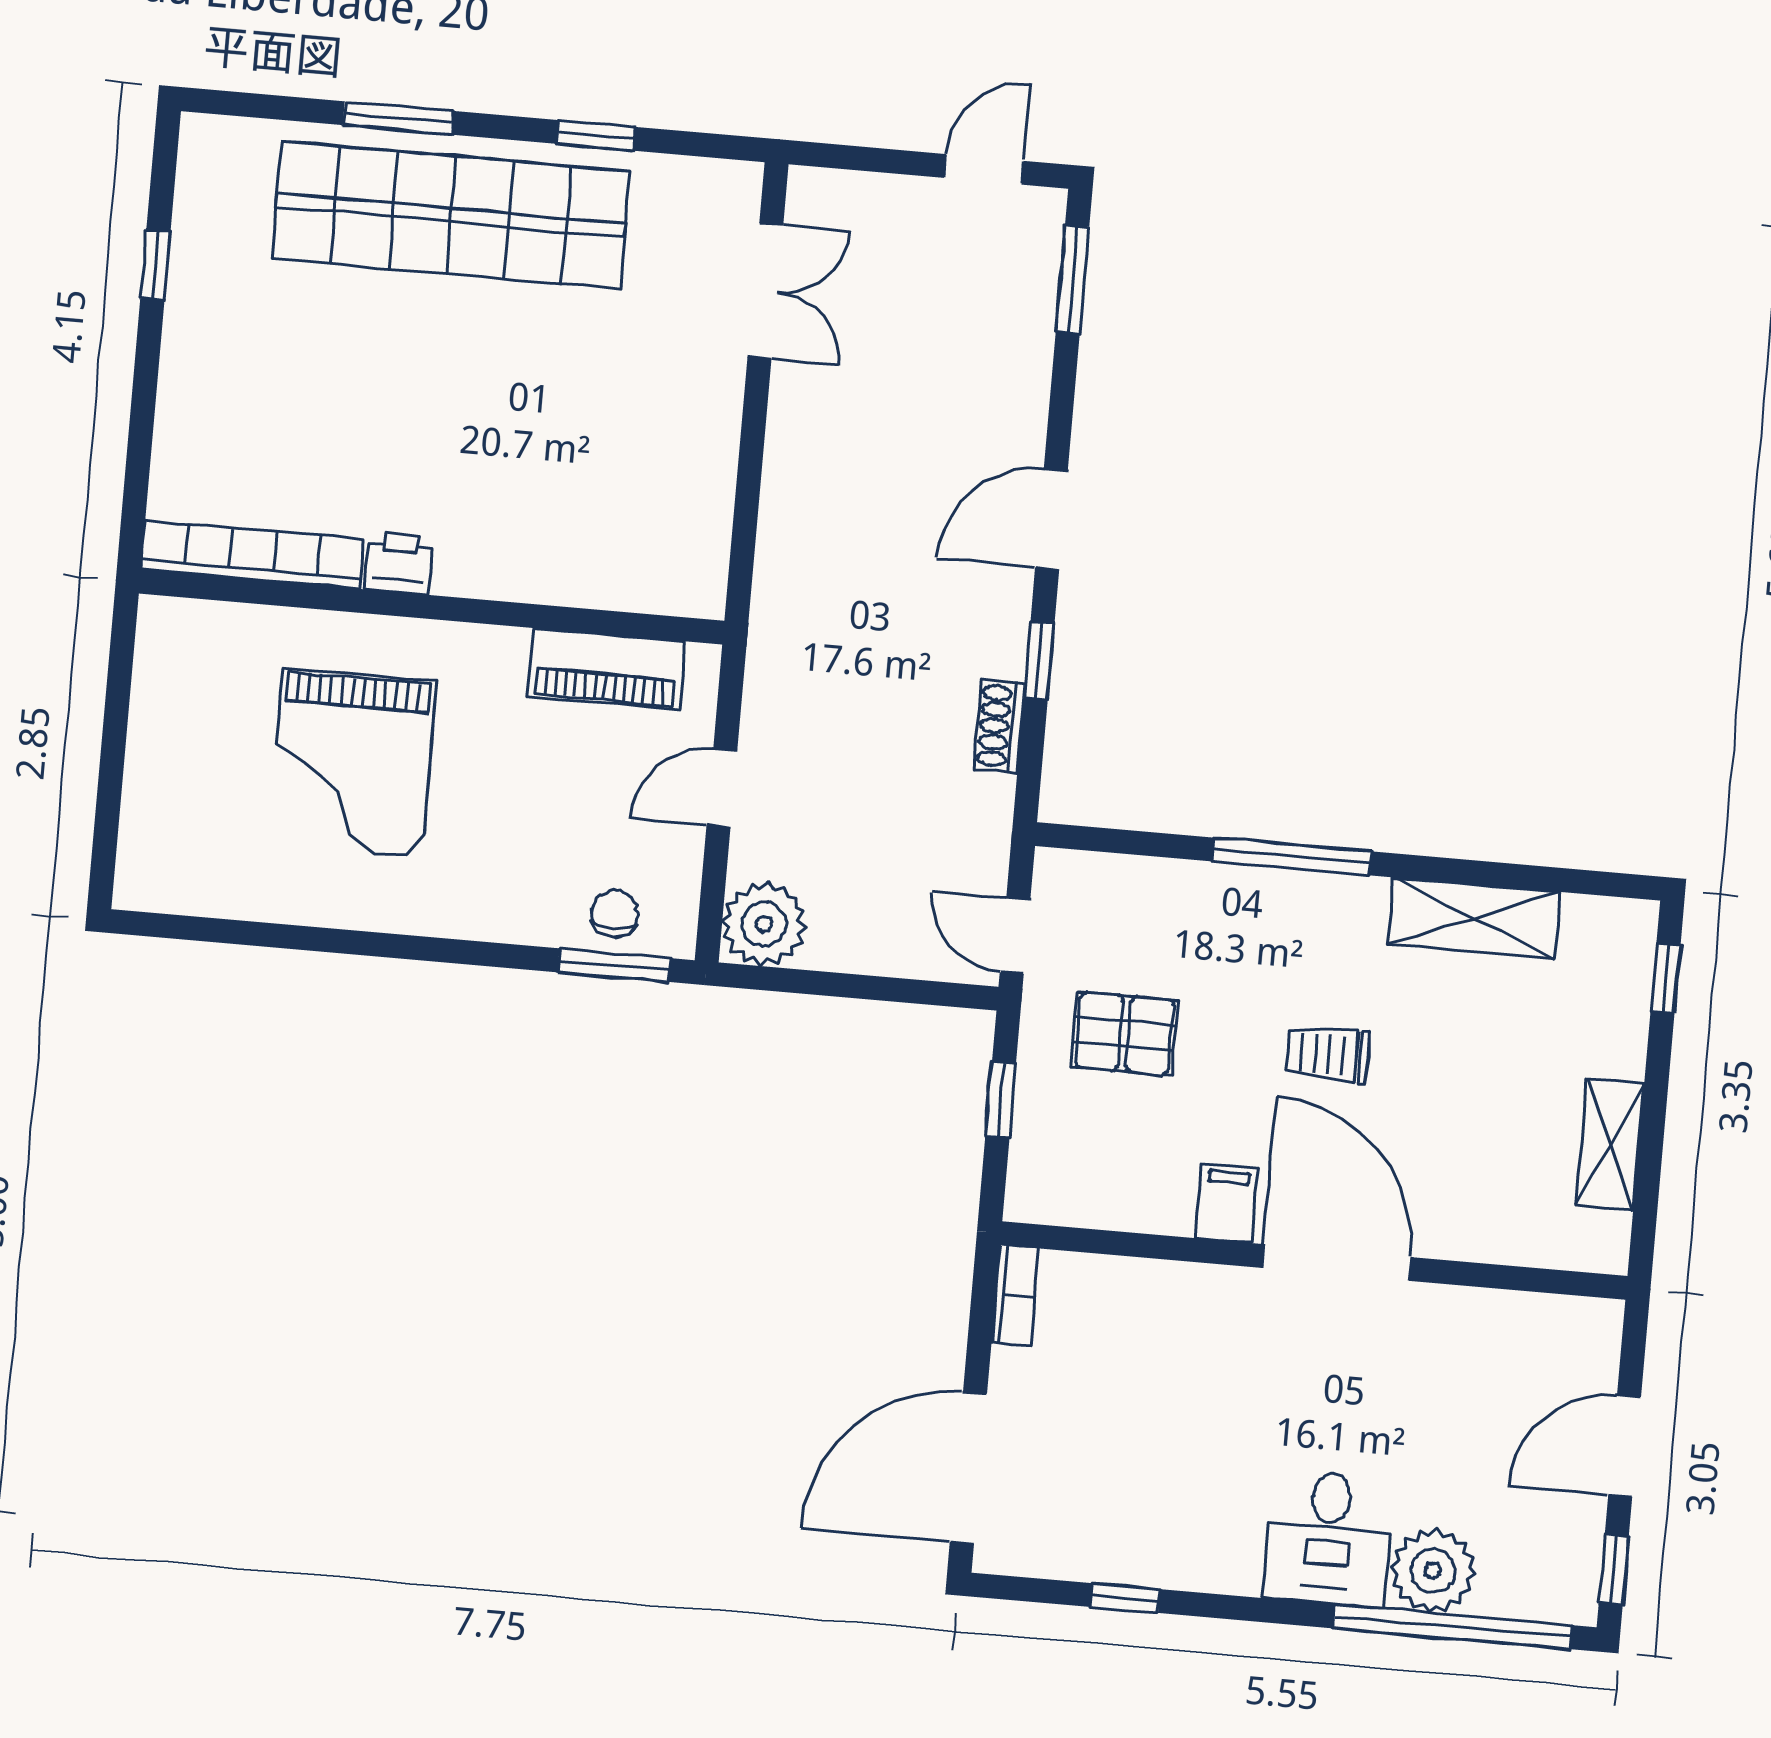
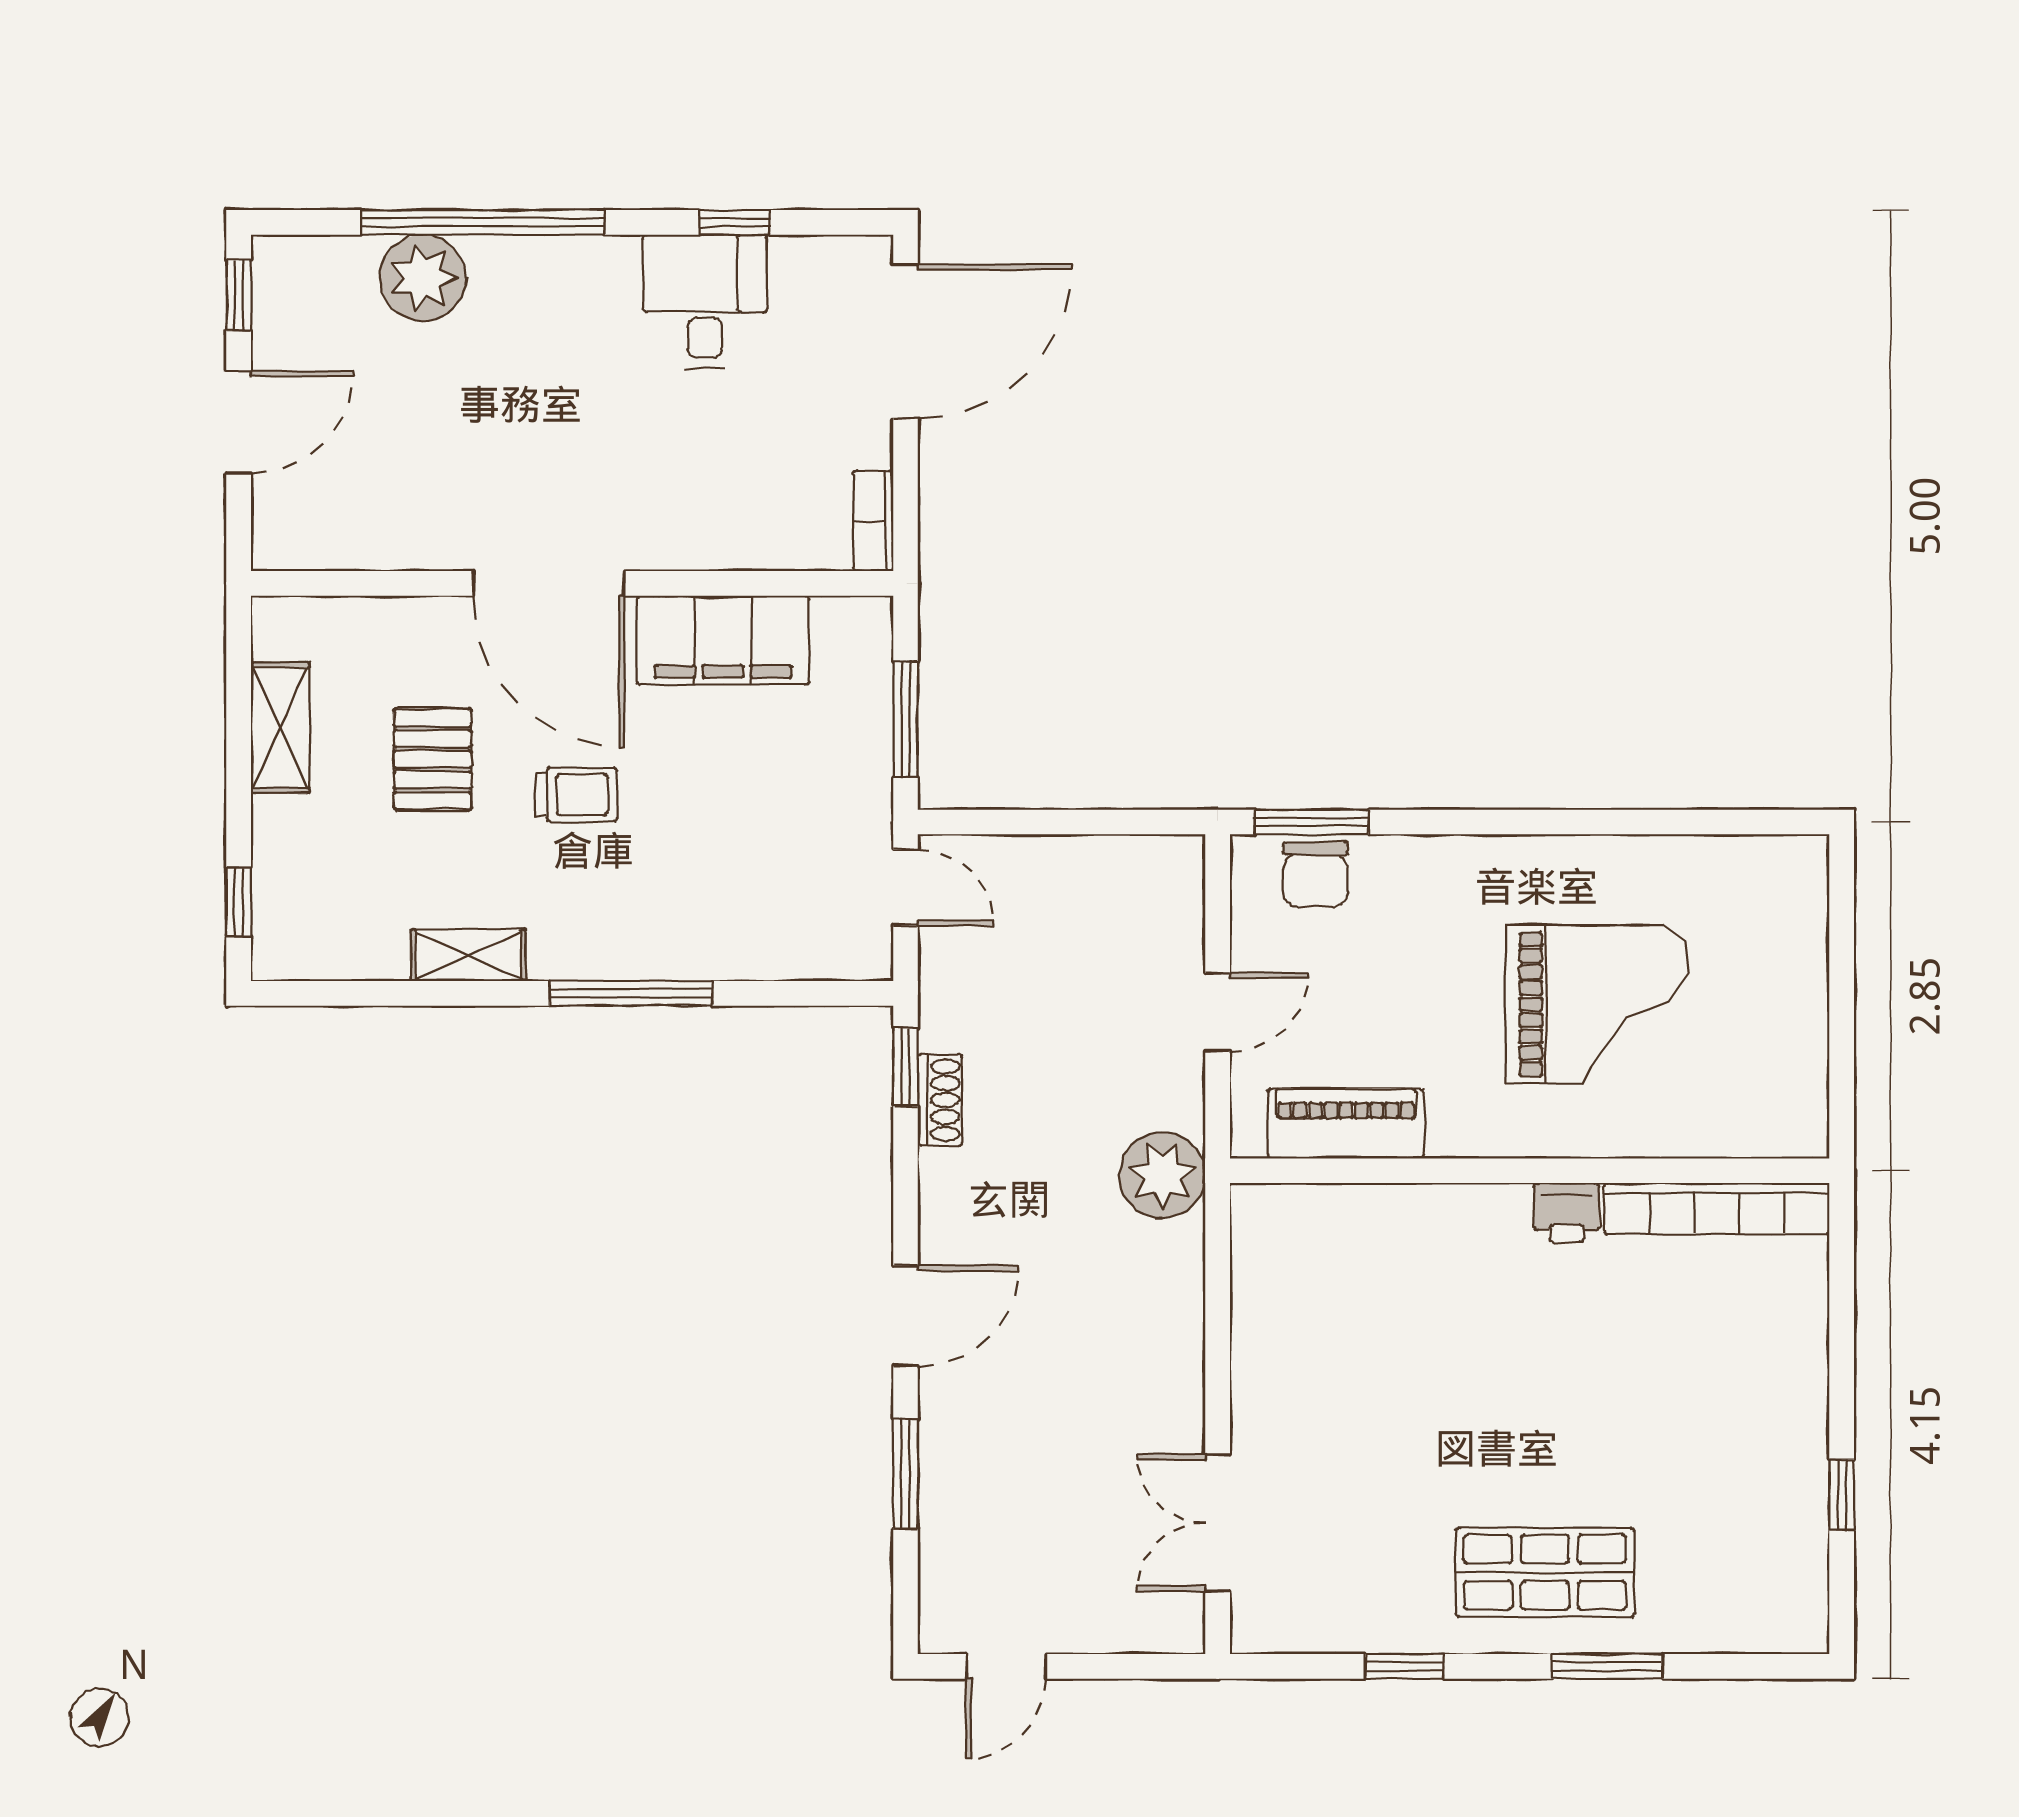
shop shelf: (451, 215) -> (1545, 1572), width x0.50, depth x0.74
window: (1072, 279) -> (906, 1474), moved
window: (1039, 661) -> (906, 1067), moved
grand piano: (352, 763) -> (1597, 1004), turned 90
chair: (615, 914) -> (1315, 874), width x1.37, depth x1.37
shelving: (1474, 918) -> (468, 955), width x0.67, depth x0.75
plant: (764, 924) -> (1162, 1175), moved
pallet: (1125, 1033) -> (433, 759), moved, turned 90
window: (1001, 1100) -> (906, 719), width x1.50
filing cabinet: (1227, 1203) -> (723, 640), width x3.00, depth x1.17
desk: (1328, 1538) -> (705, 301), moved
window: (1452, 1627) -> (483, 222), moved

